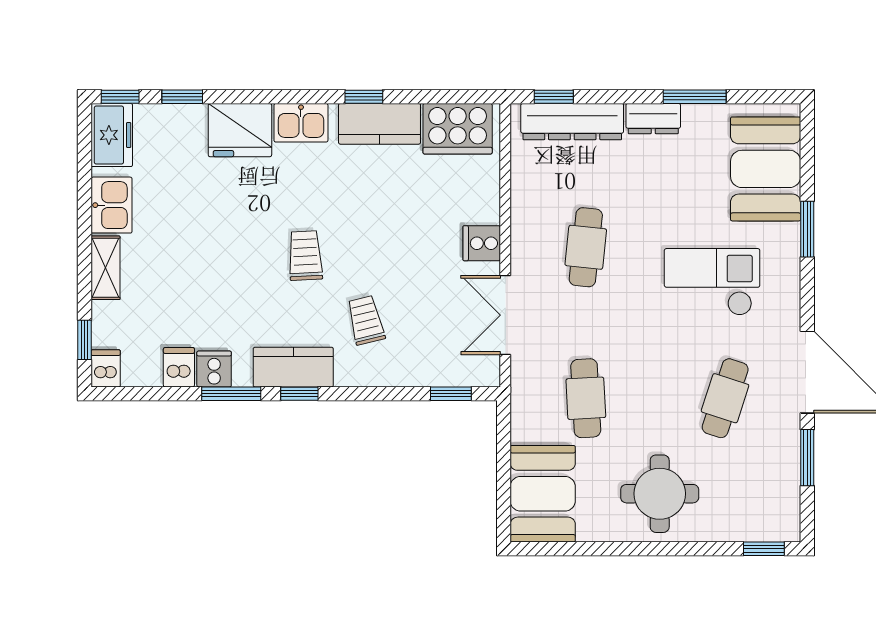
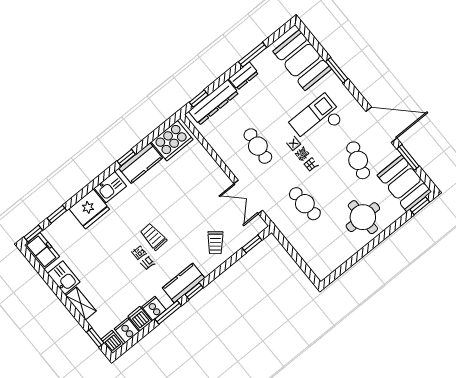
cooker: (482, 243) -> (127, 330), moved, turned 90
trolley: (366, 320) -> (215, 243), moved, turned -126
booth: (543, 494) -> (404, 183), moved

